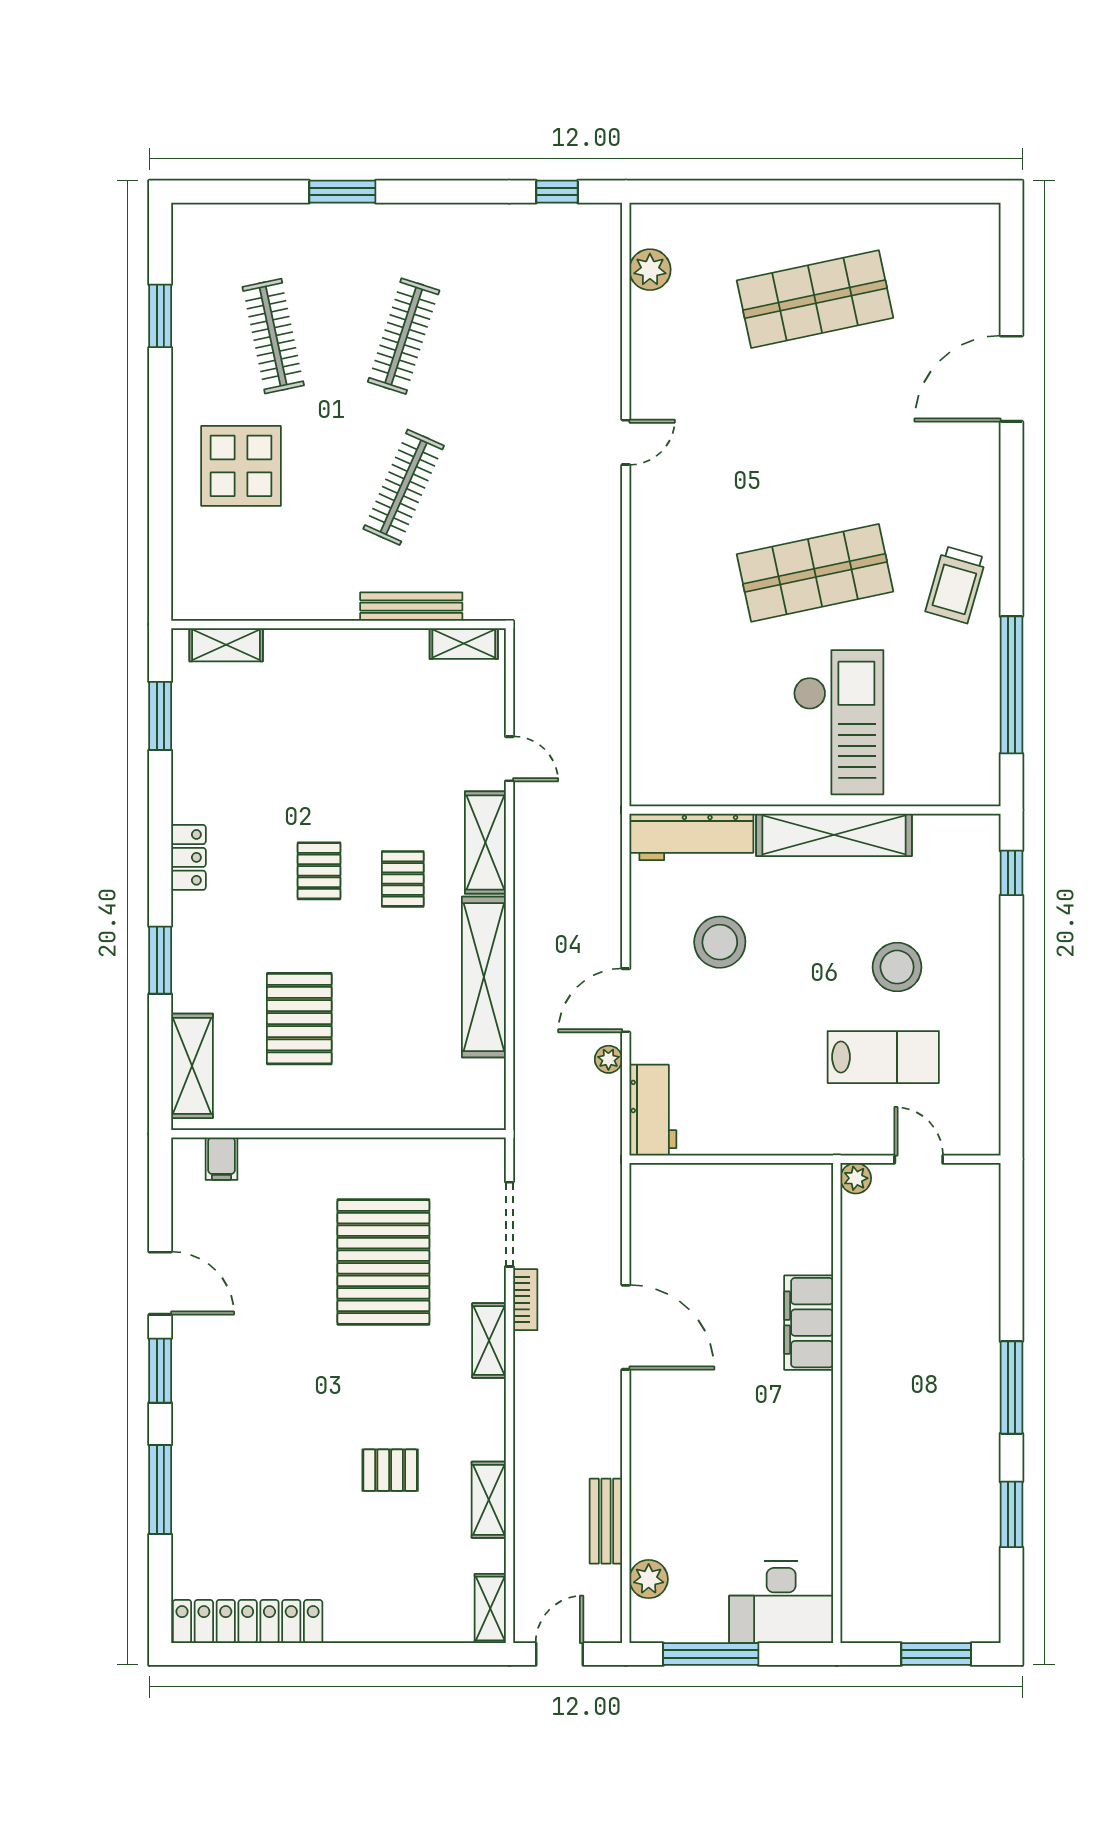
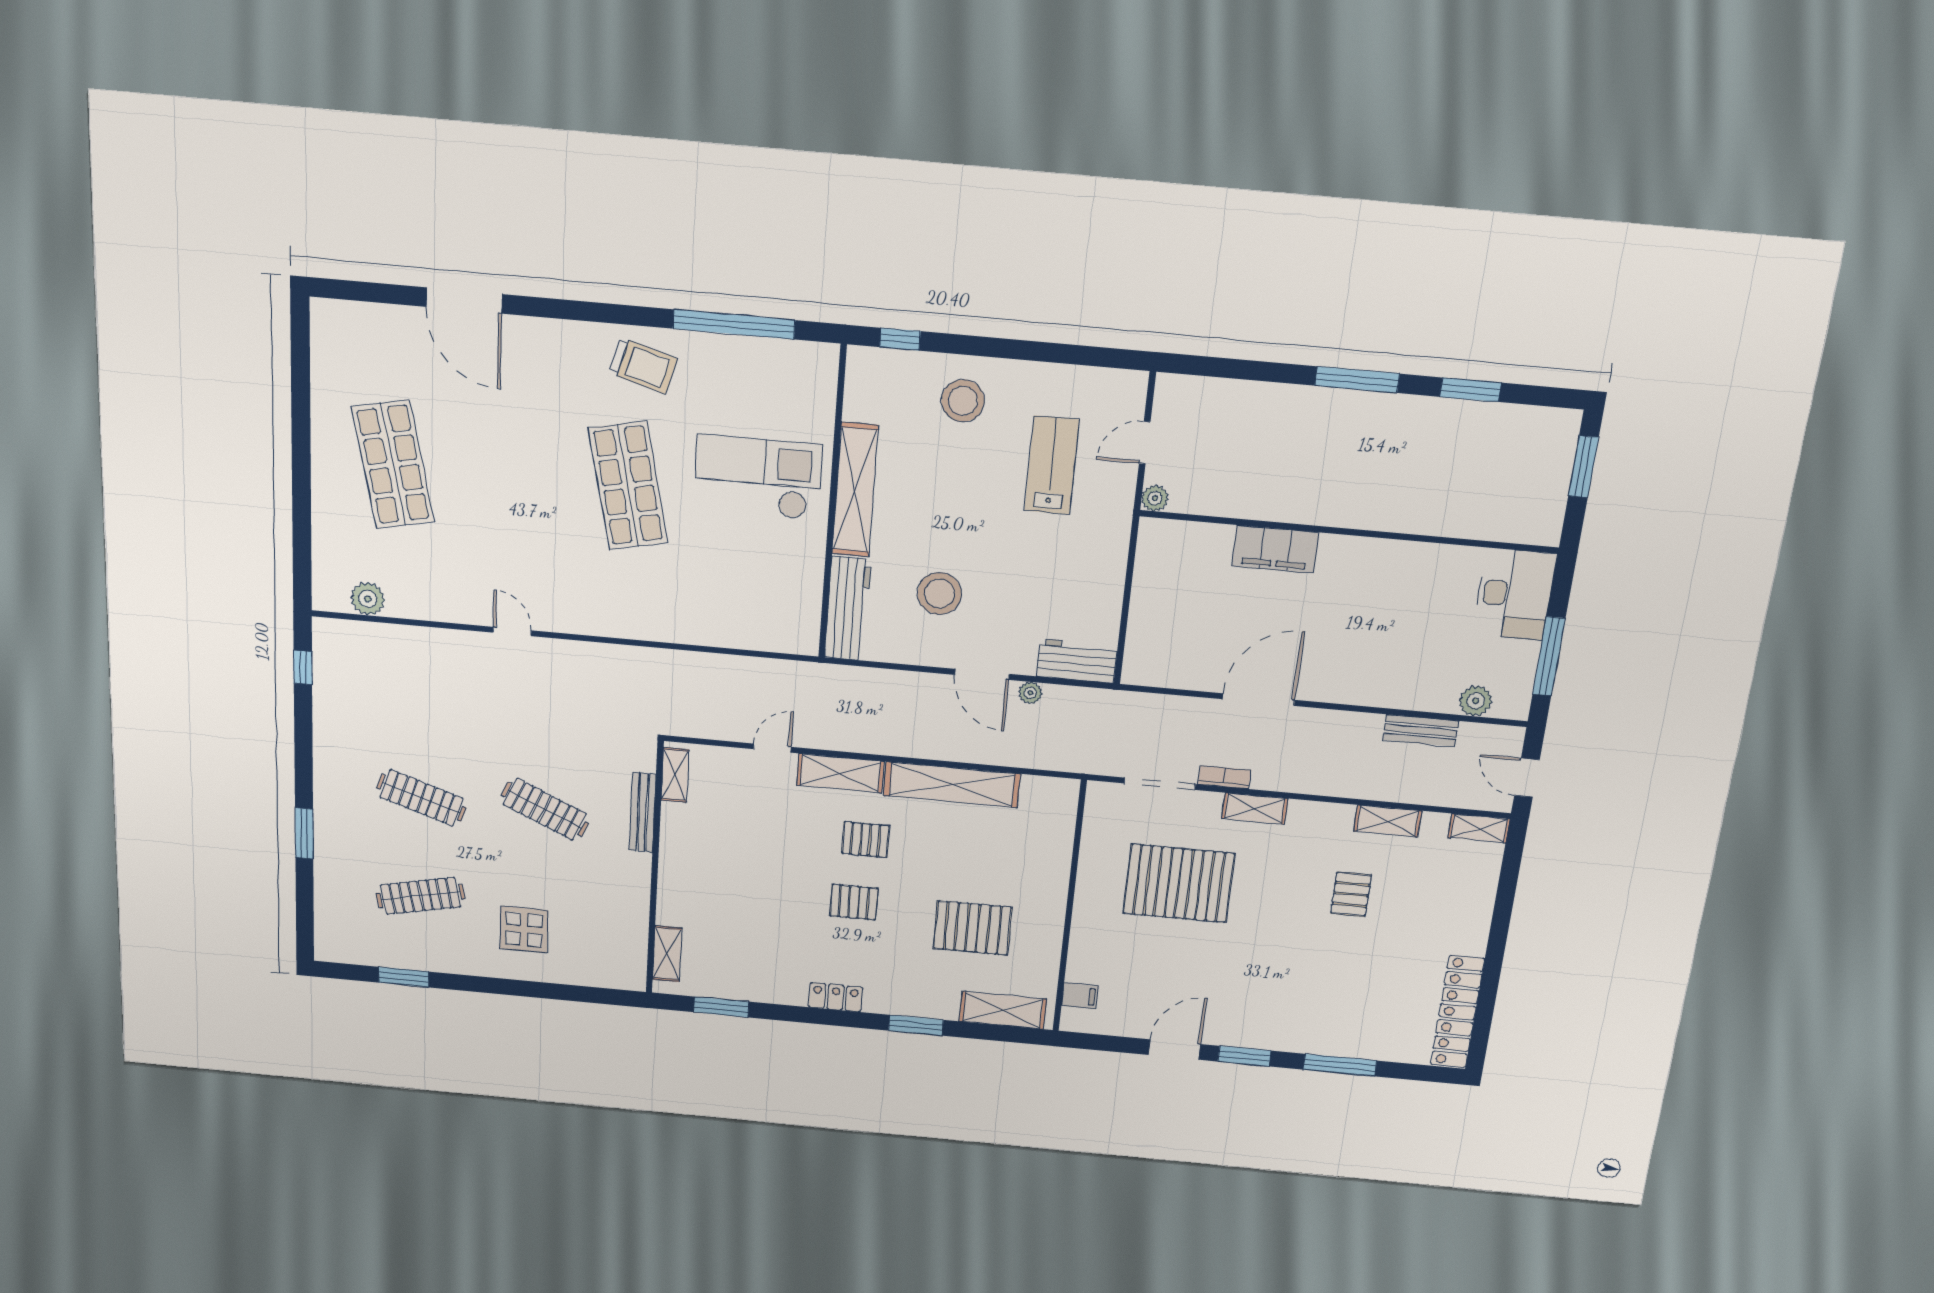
display table: (241, 466) -> (524, 929), width x0.73, depth x0.73
stool: (897, 967) -> (963, 401), moved

